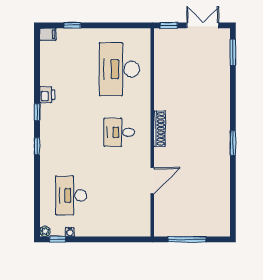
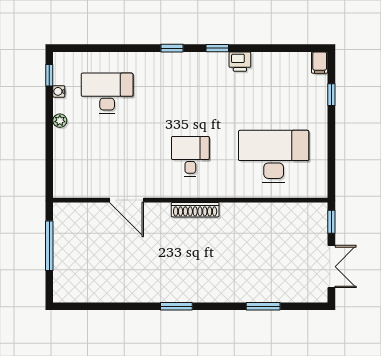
window: (233, 52) -> (263, 306), moved
plant: (45, 231) -> (60, 121), moved

